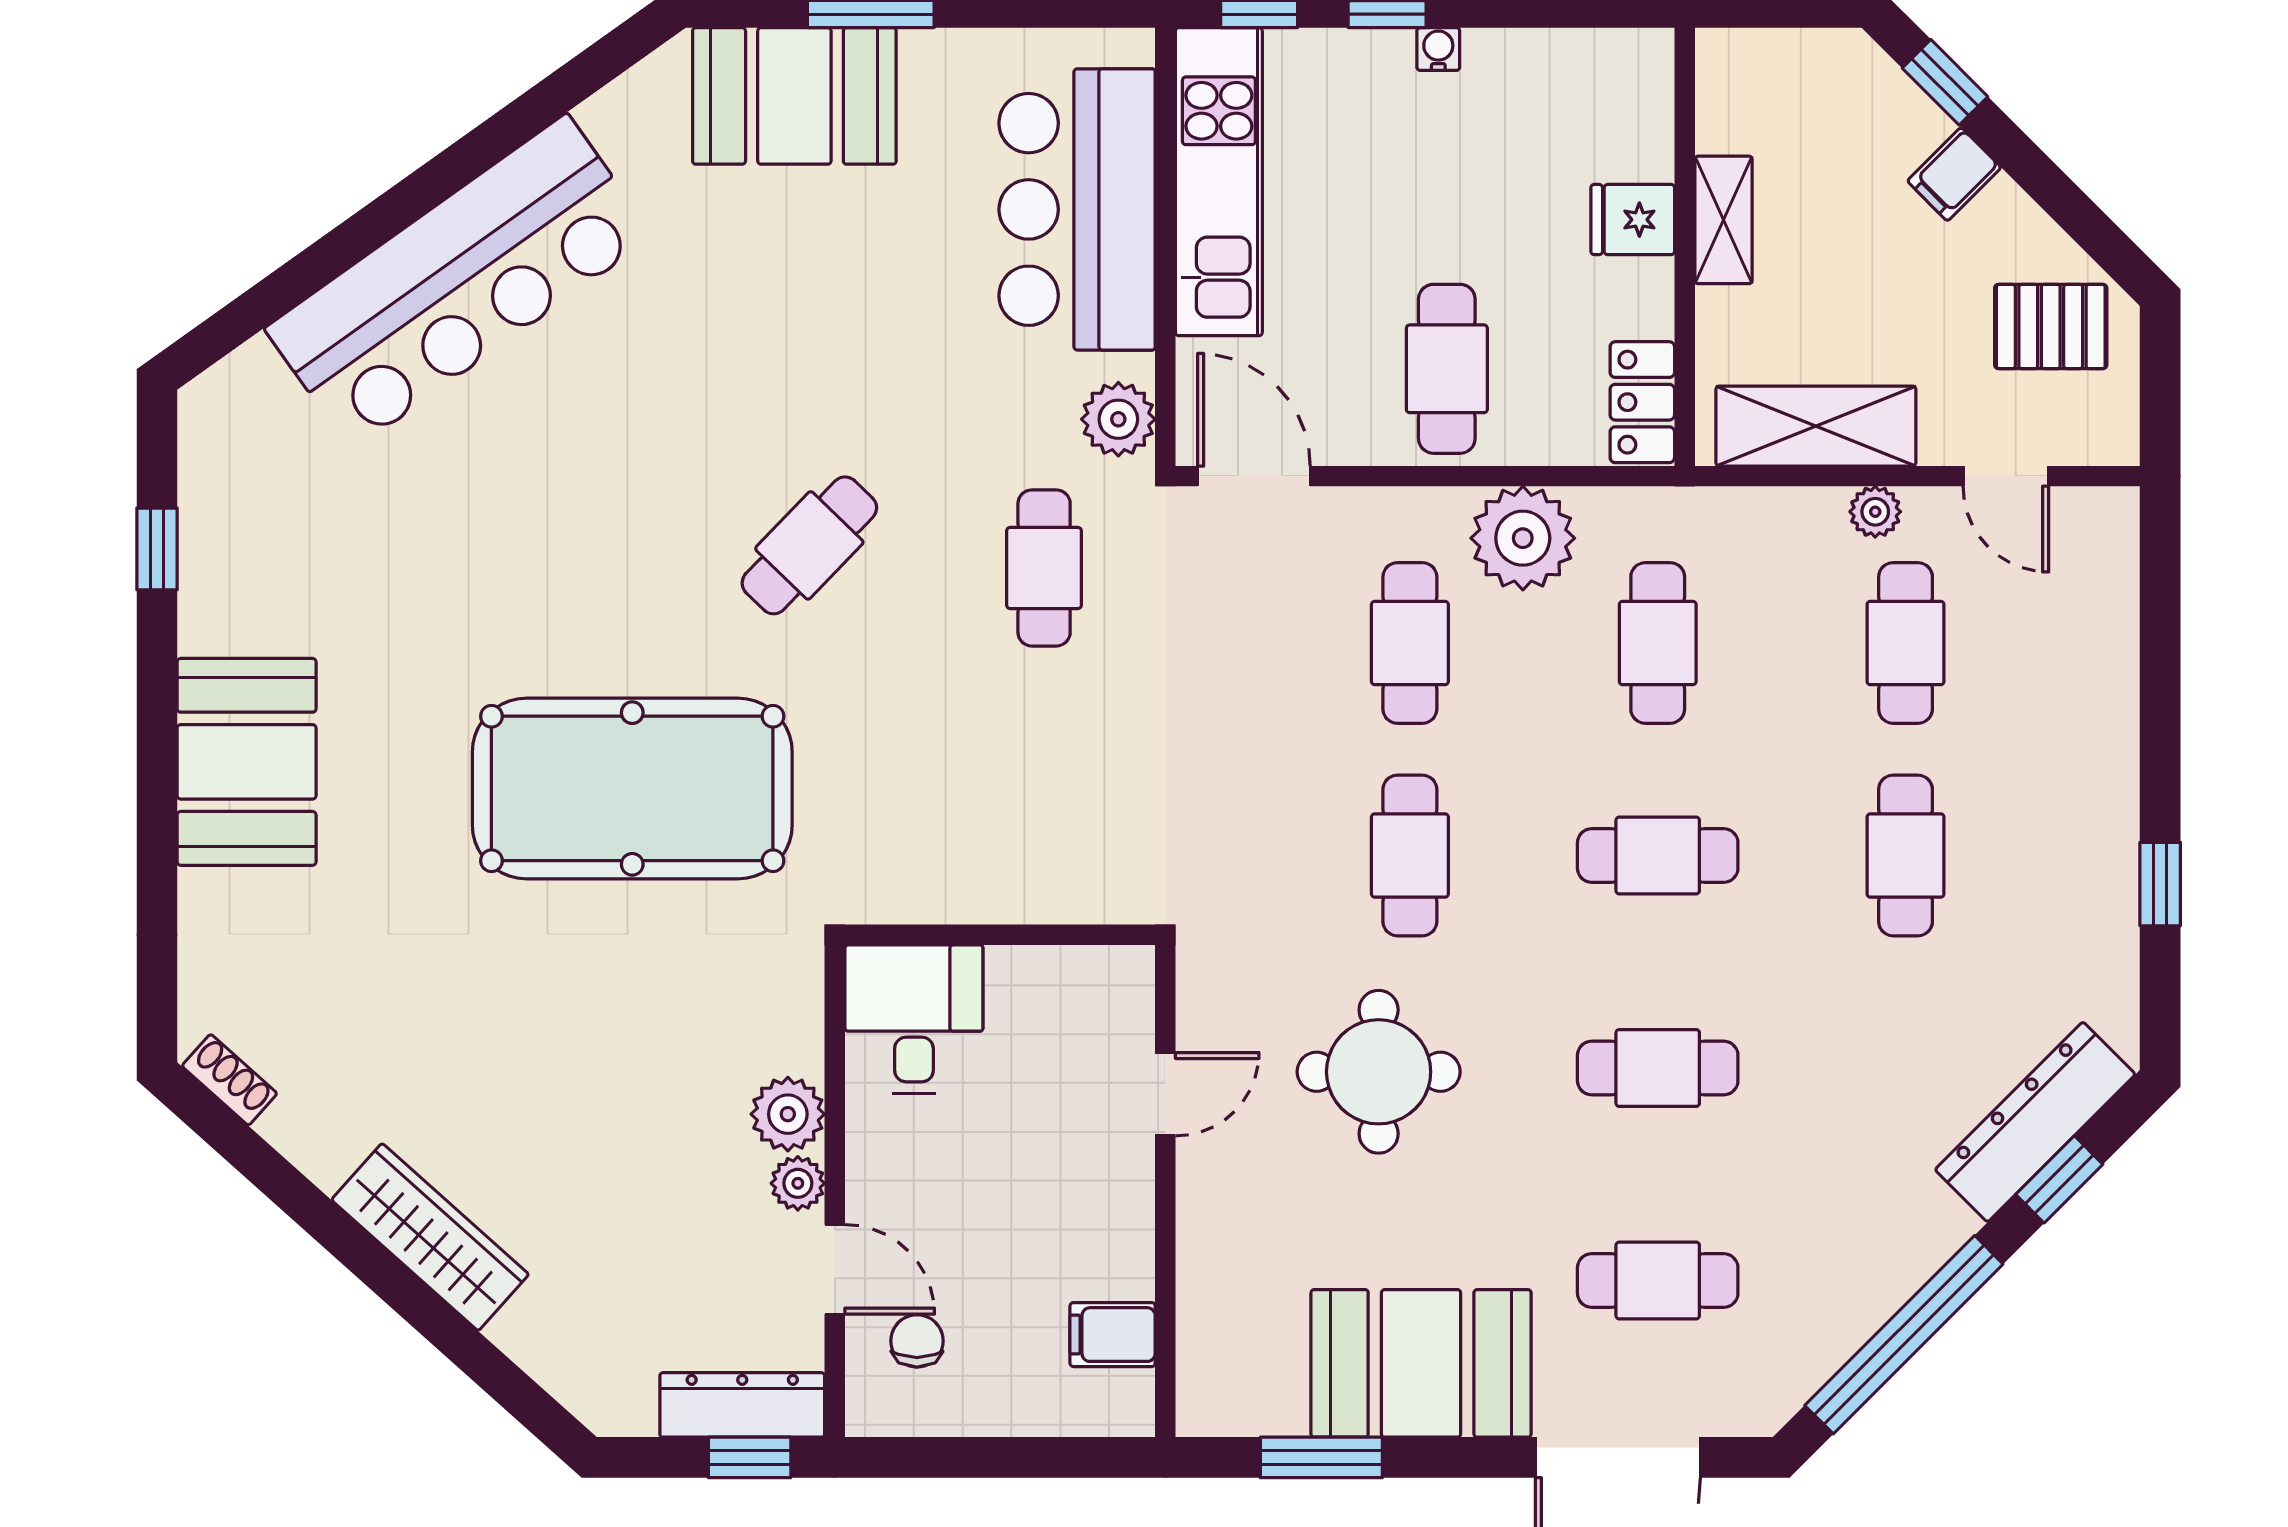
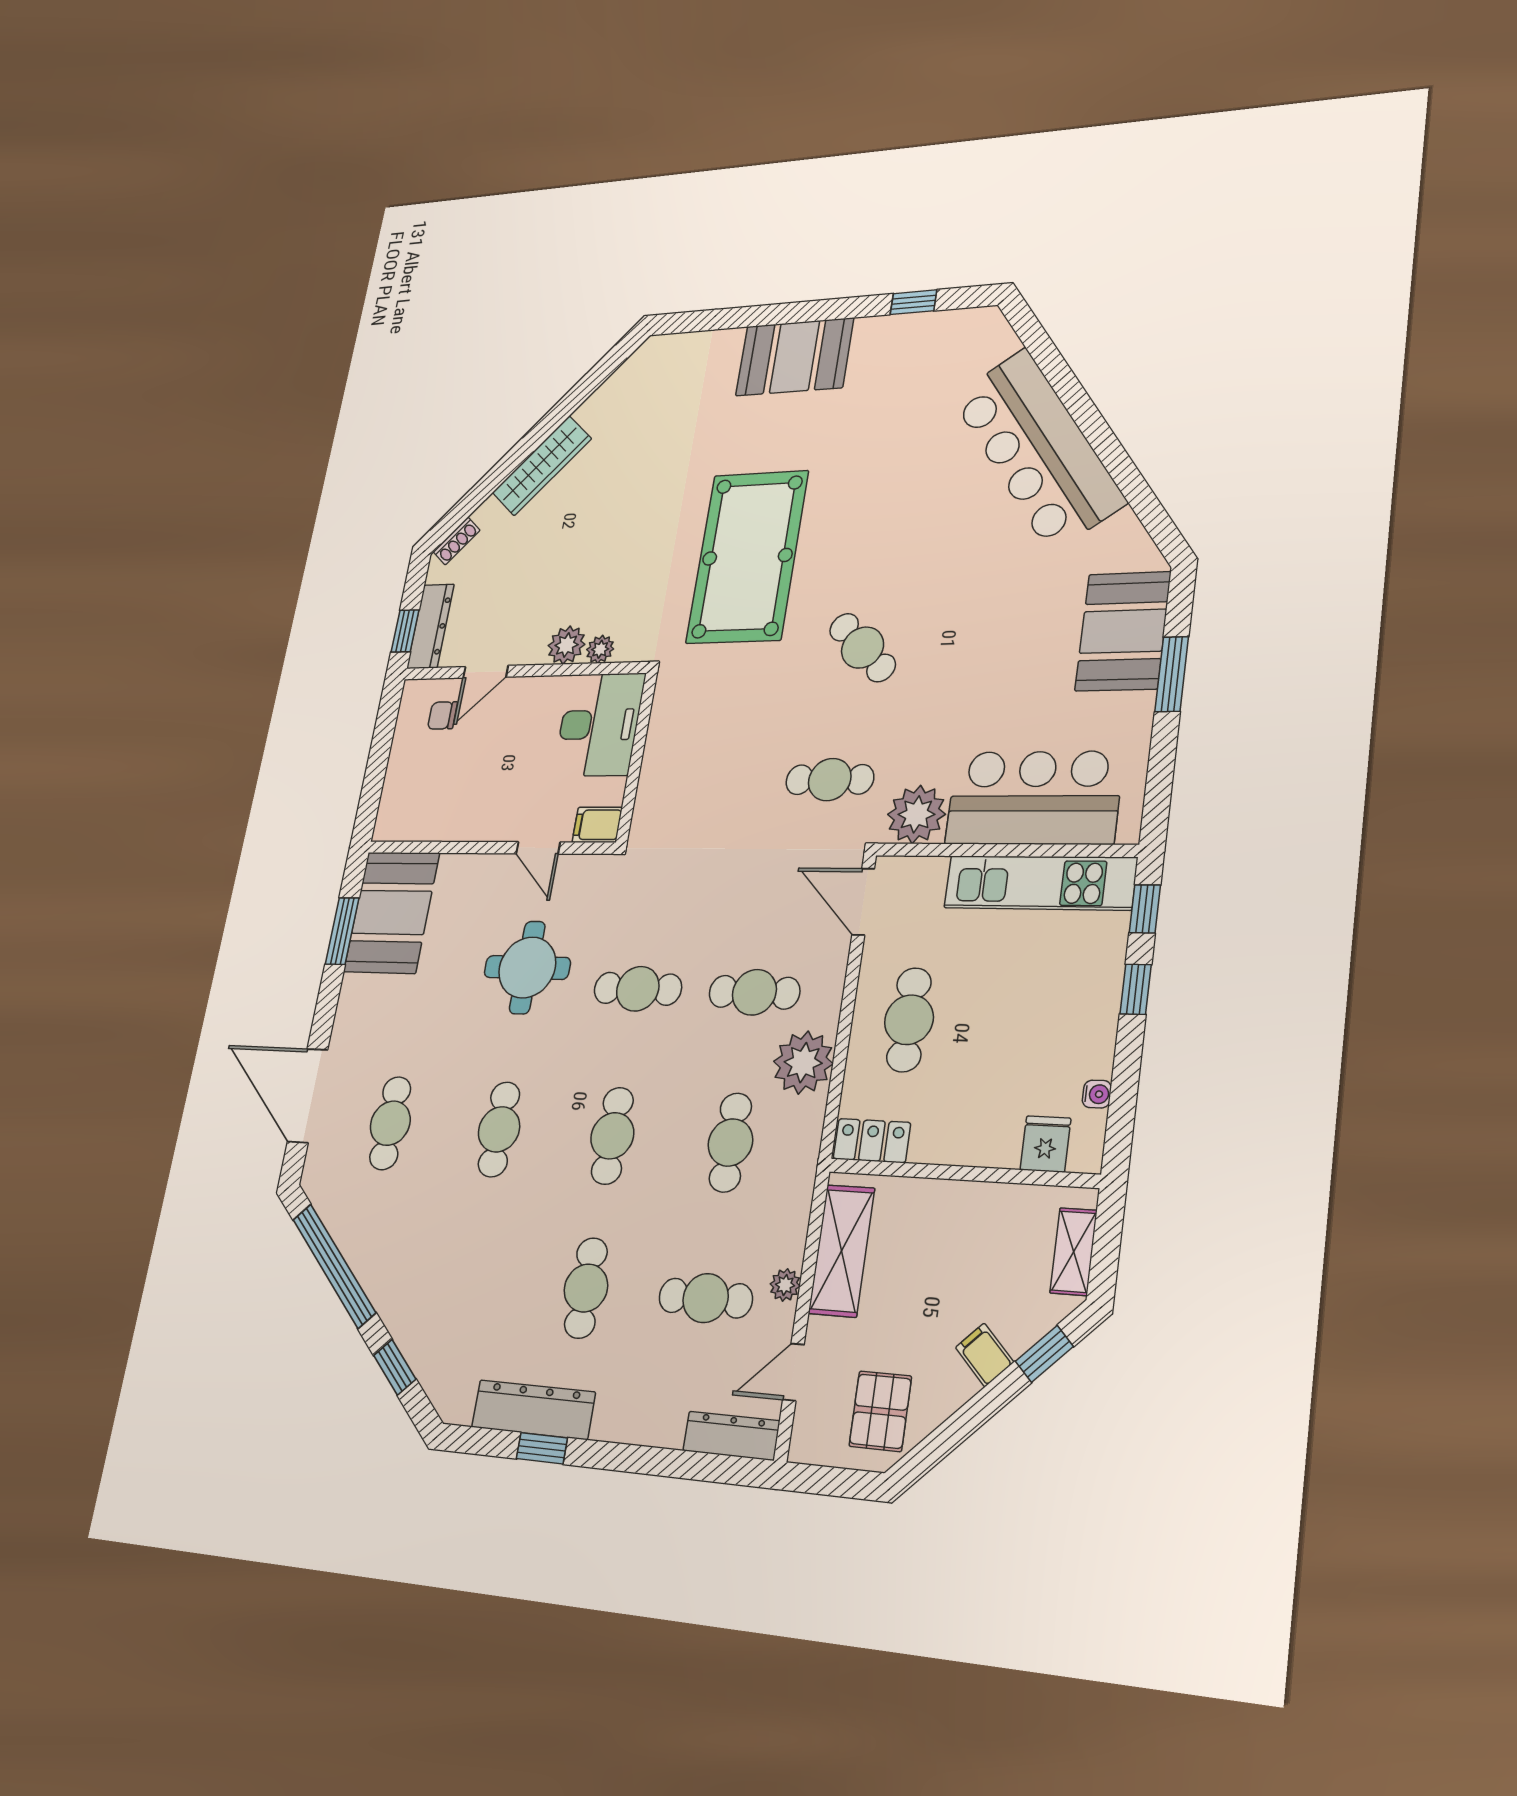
water cooler: (1438, 49) -> (1097, 1094), moved
fridge: (1633, 220) -> (1046, 1144), moved
shelving: (1723, 220) -> (1074, 1252), moved, turned 90
cafe table: (1447, 369) -> (909, 1020), turned 90
plant: (1118, 419) -> (916, 814), width x1.36, depth x1.36
door: (1254, 476) -> (863, 902), swing flipped
dresser: (2110, 563) -> (731, 1436), added
cafe table: (1658, 643) -> (730, 1142), turned 90
cafe table: (1906, 855) -> (586, 1288), turned 90
desk: (914, 1019) -> (599, 725), width x1.37
shoe rack: (229, 1080) -> (457, 541), moved
dresser: (2035, 1122) -> (533, 1410), moved, turned -45
plant: (798, 1183) -> (600, 649), moved
filing cabinet: (1113, 1335) -> (597, 825), moved, turned -90
chair: (917, 1341) -> (442, 715), turned 180
booth: (1421, 1363) -> (392, 912), moved

